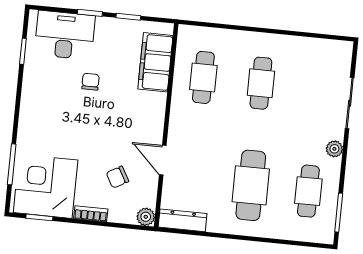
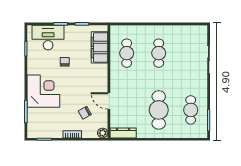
plant: (334, 149) -> (203, 85), removed
corner desk: (46, 186) -> (43, 91), moved, turned 90

